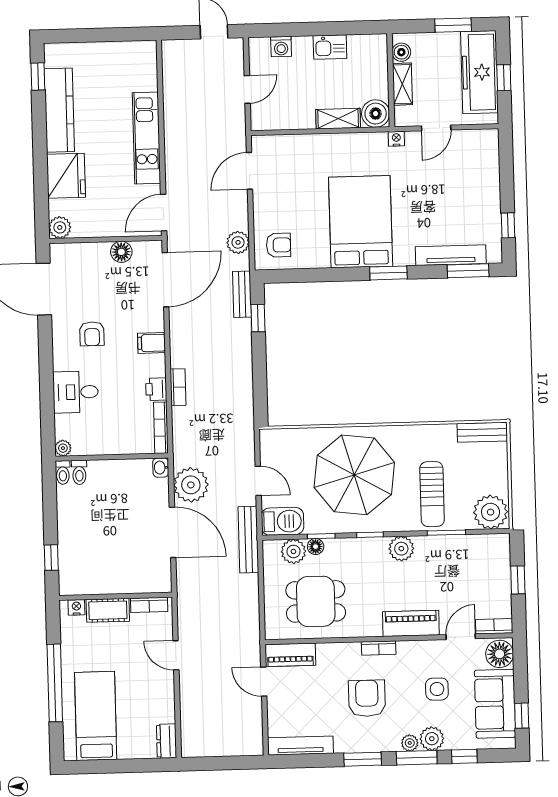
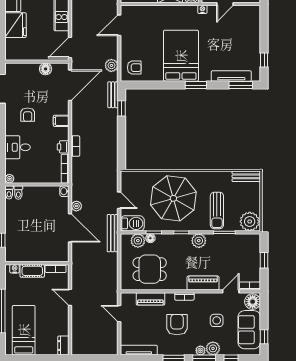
plant: (60, 227) -> (11, 54), removed
plant: (191, 485) -> (76, 206), width x0.53, depth x0.53
piano: (290, 655) -> (150, 299), moved

